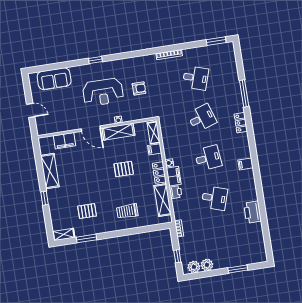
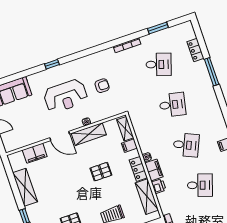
window: (216, 41) -> (158, 28), moved
desk: (202, 118) -> (172, 105), turned 30
locker: (241, 123) -> (195, 50), moved
desk: (208, 158) -> (186, 145), turned 30

